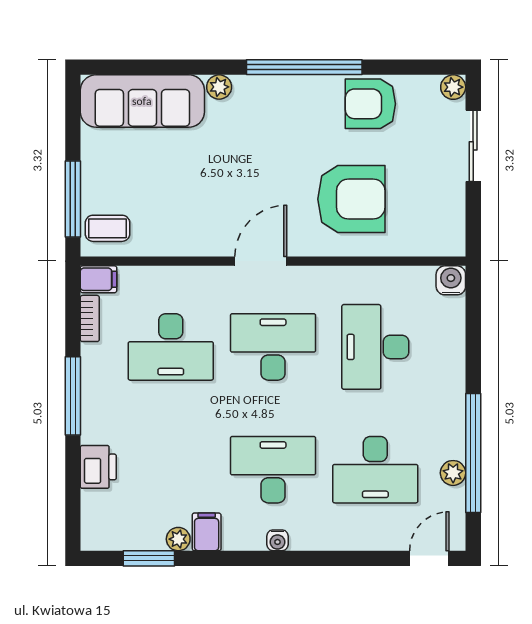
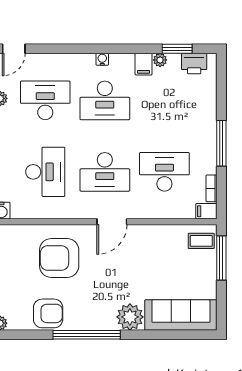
plant: (219, 87) -> (130, 317), width x1.88, depth x1.88
printer: (98, 467) -> (194, 63), moved, turned -90

